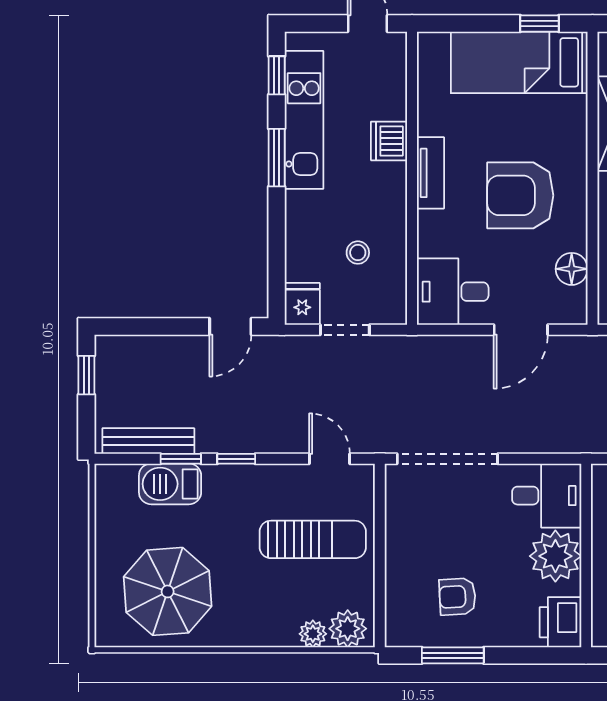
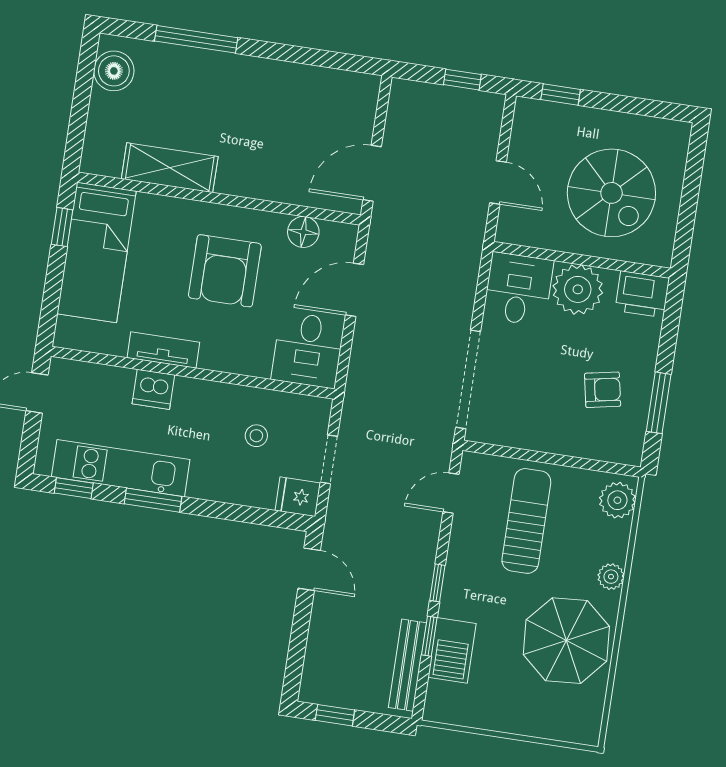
tv unit: (430, 173) -> (163, 350), moved
door: (521, 330) -> (355, 290), swing flipped
parasol: (168, 591) -> (566, 641), moved
armchair: (457, 597) -> (603, 390), turned -98
plant: (313, 634) -> (611, 577), moved

